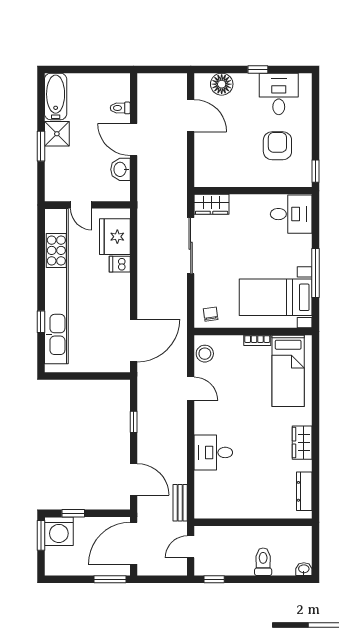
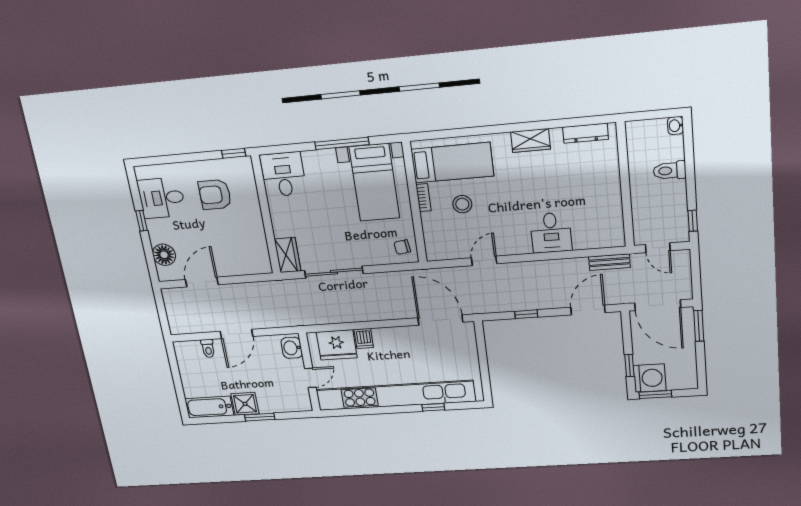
washbasin: (121, 169) -> (292, 348), moved, turned 90
stool: (205, 354) -> (462, 204), moved

